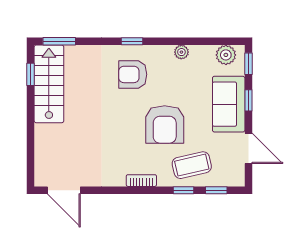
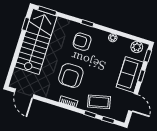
stairs: (49, 84) -> (36, 41), width x1.36, depth x1.51
armchair: (165, 124) -> (71, 76), moved

